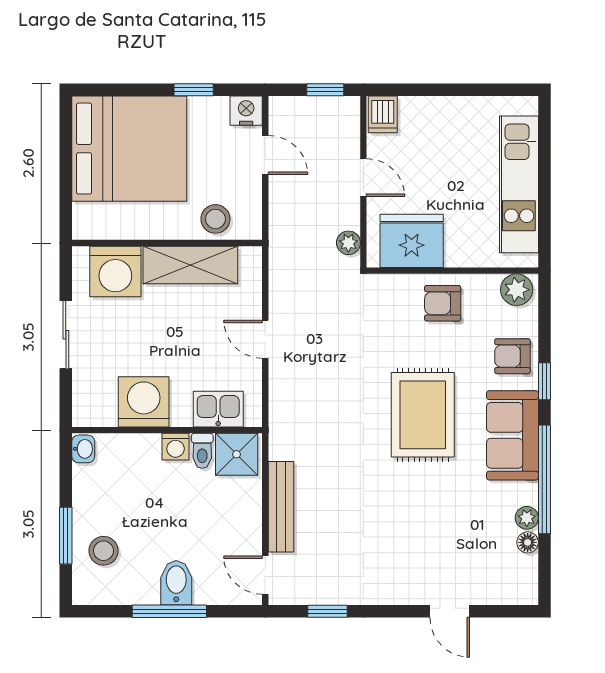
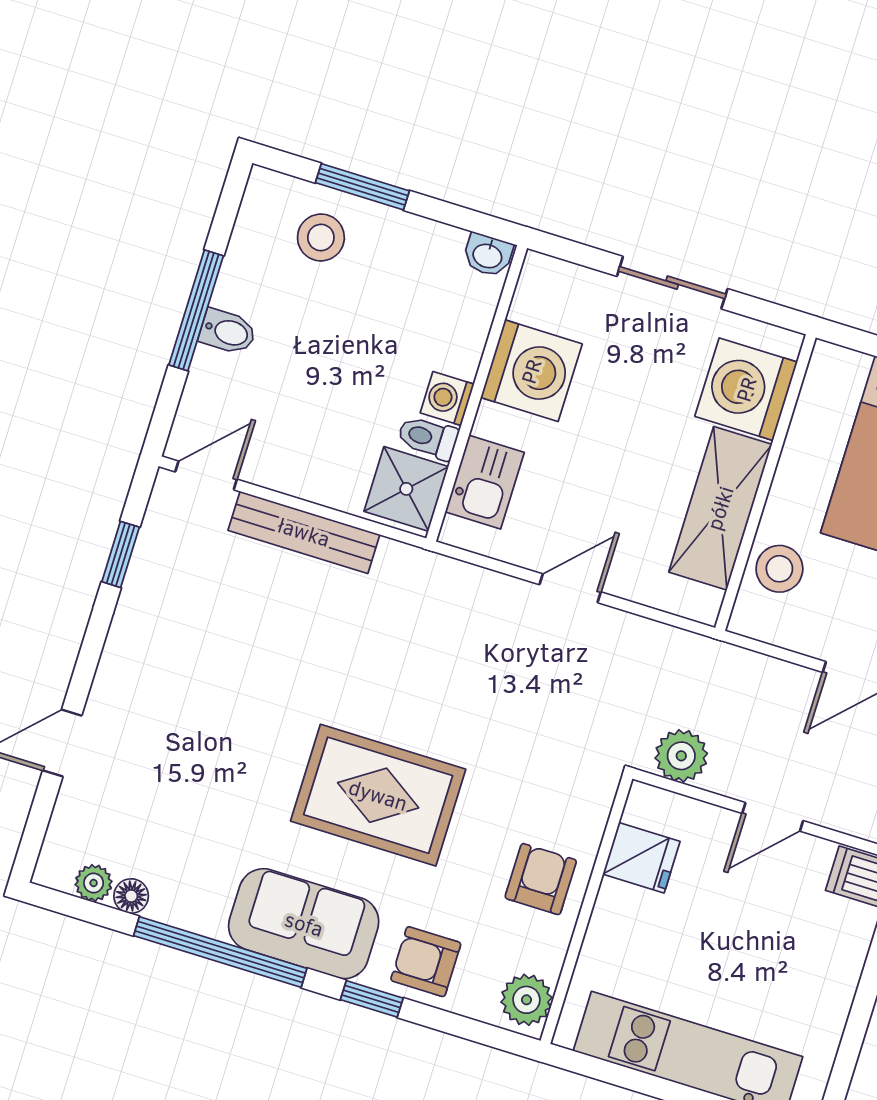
fridge: (412, 241) -> (641, 858), width x0.53, depth x0.75
plant: (348, 243) -> (681, 756), width x1.38, depth x1.38
armchair: (512, 356) -> (426, 962), turned -90
plant: (527, 518) -> (94, 883), moved
bidet: (176, 583) -> (228, 332), width x0.72, depth x0.74

